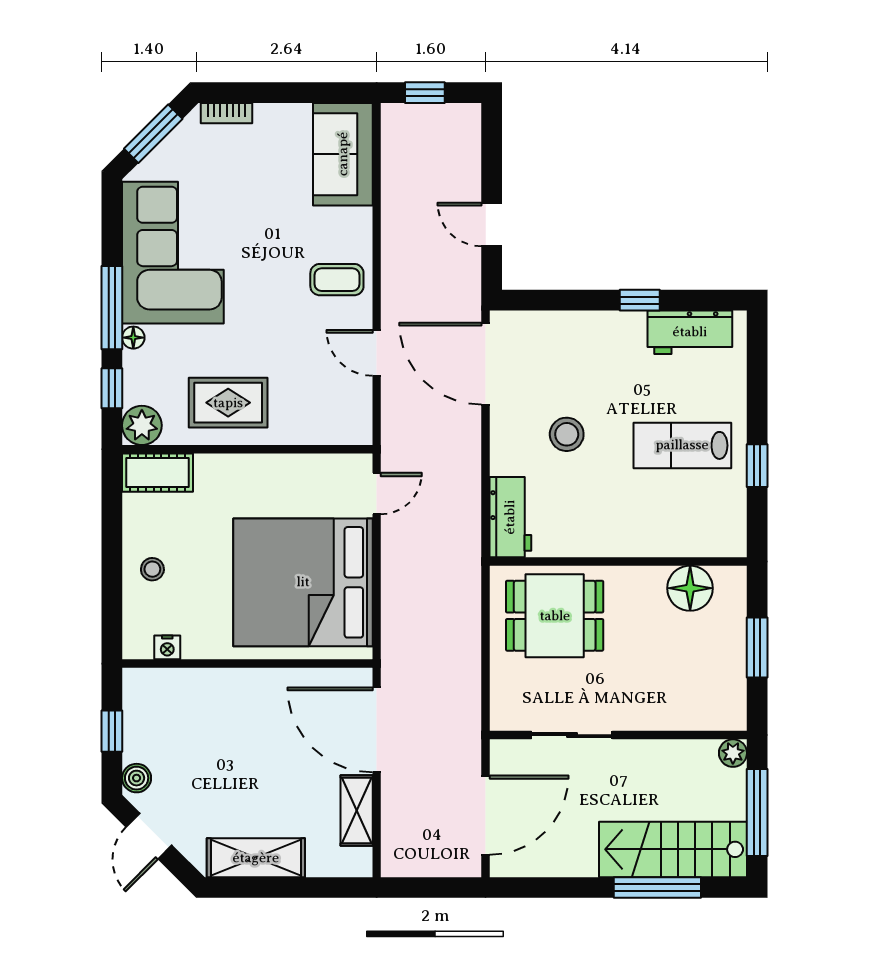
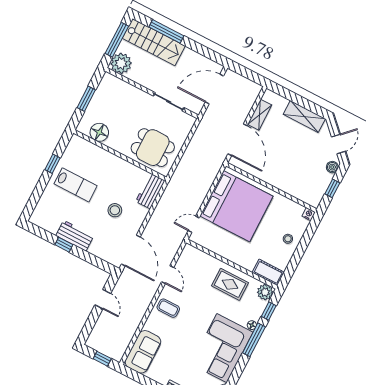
workbench: (690, 332) -> (75, 236), moved
nightstand: (167, 647) -> (309, 214), moved
plant: (733, 753) -> (121, 63), width x1.88, depth x1.88

